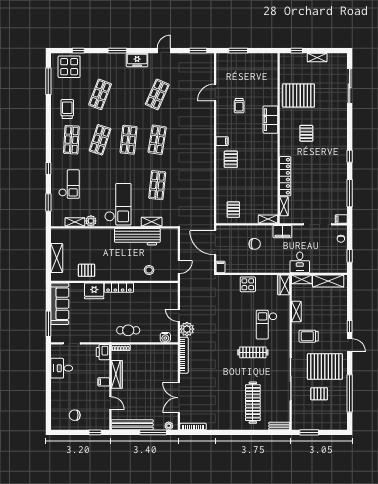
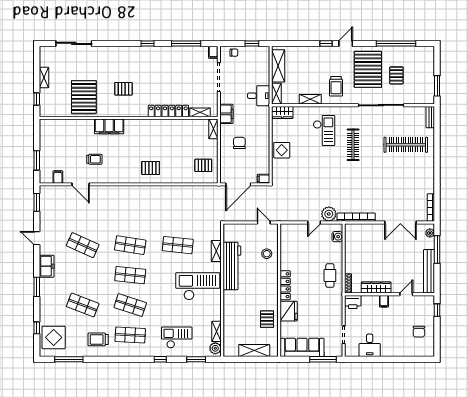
filing cabinet: (222, 141) -> (58, 177), moved
plant: (91, 221) -> (215, 348), moved
checkout: (267, 325) -> (324, 131), turned -90

